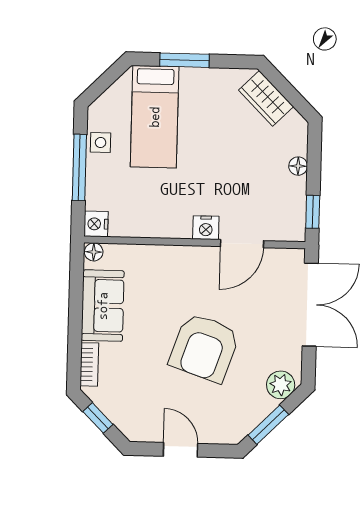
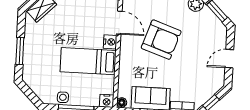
bed: (155, 117) -> (88, 61), moved, turned 180
armchair: (204, 348) -> (161, 40), moved

